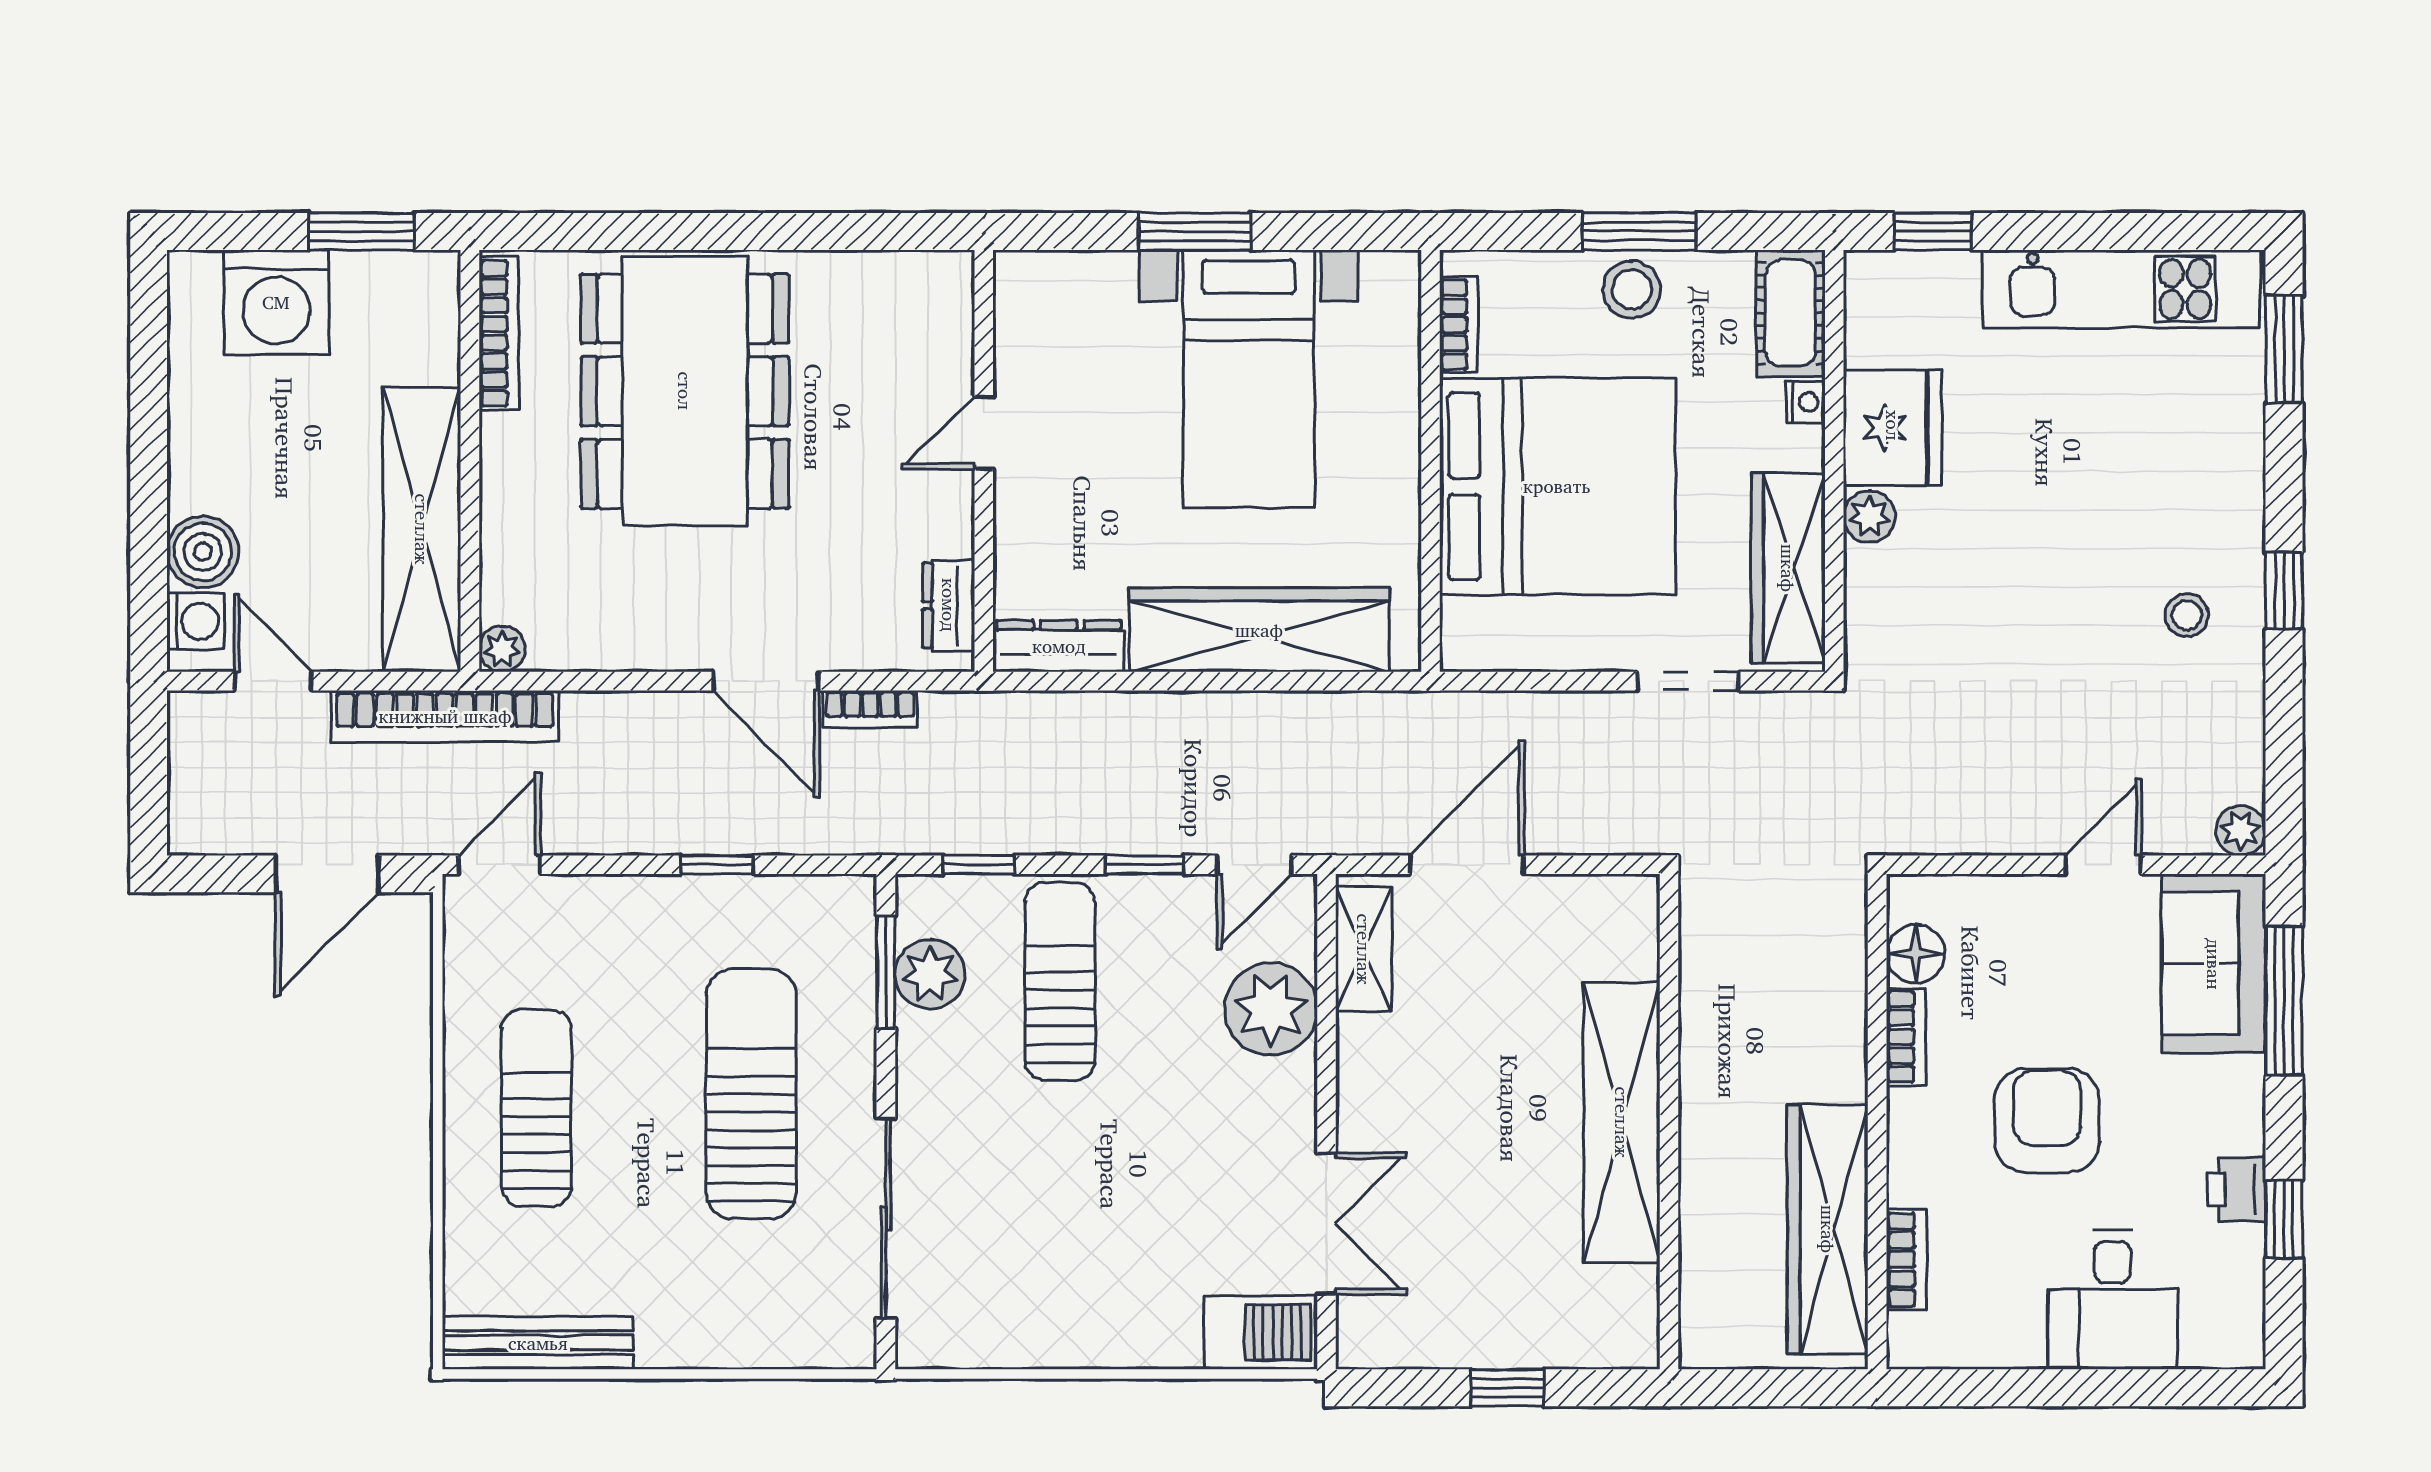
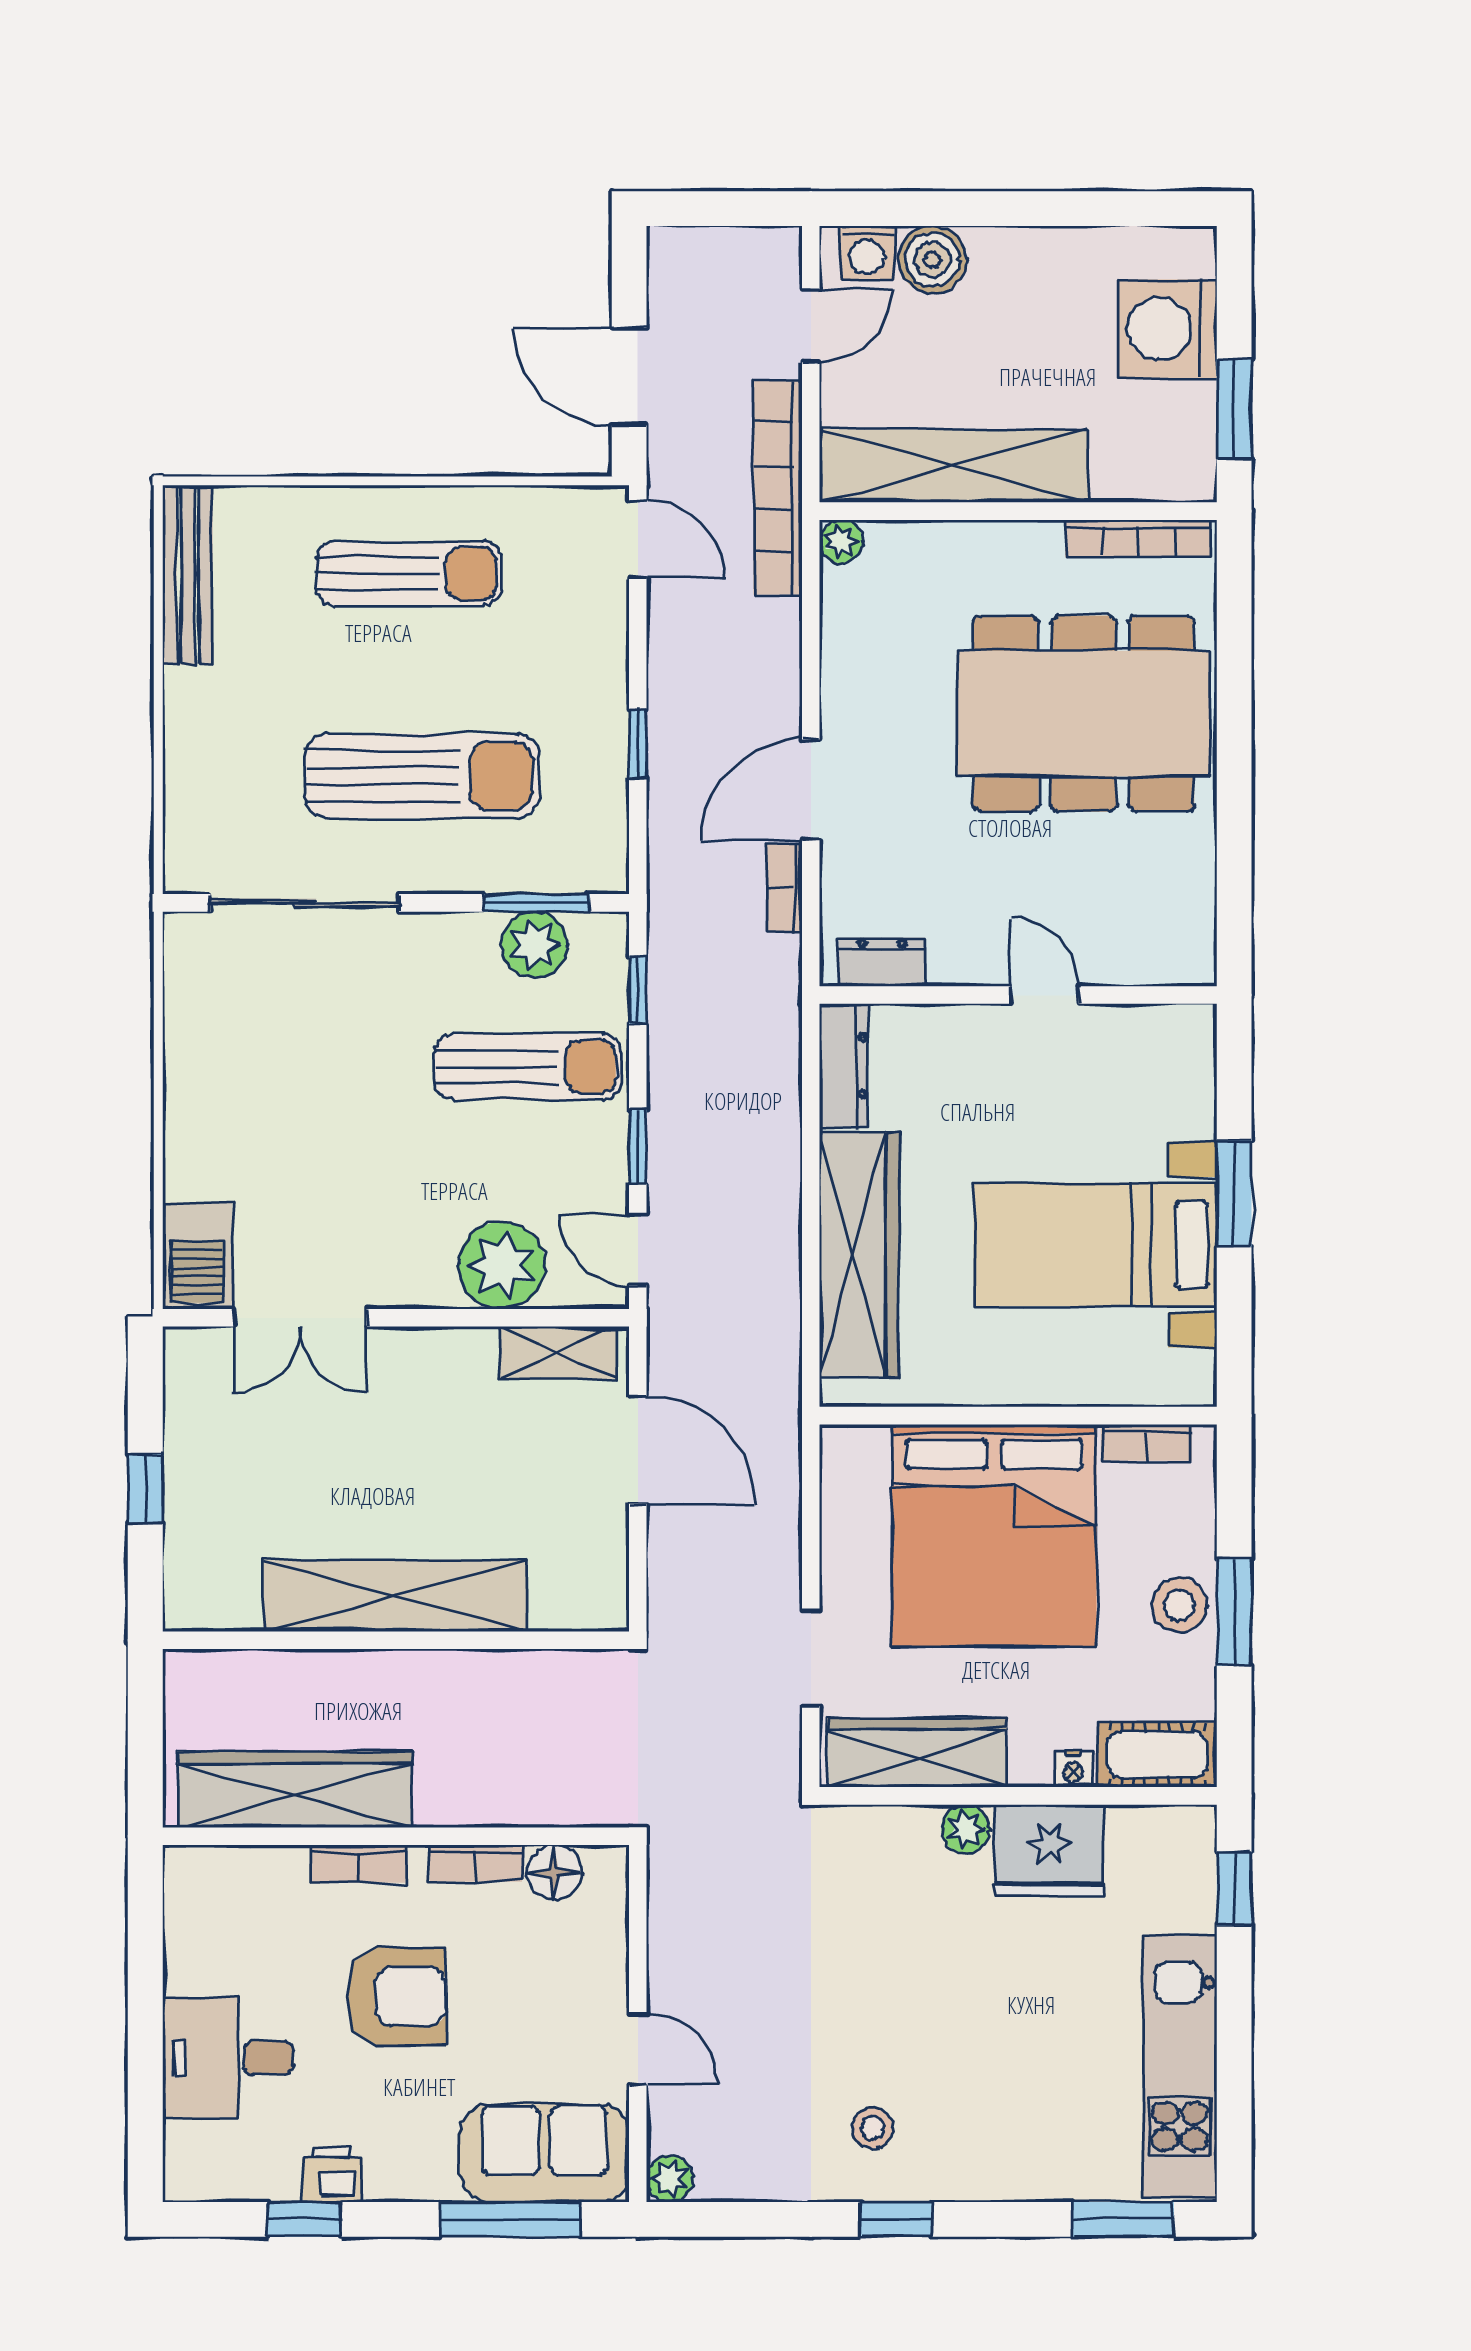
bookcase: (1906, 1260) -> (358, 1864), moved

